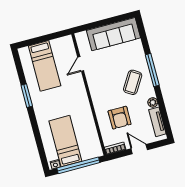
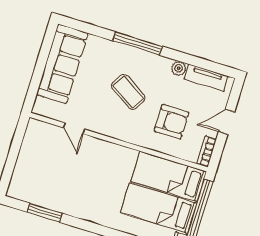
bed: (45, 66) -> (169, 177), moved, turned 180
coffee table: (133, 82) -> (128, 92), moved
window: (27, 96) -> (44, 213), moved

